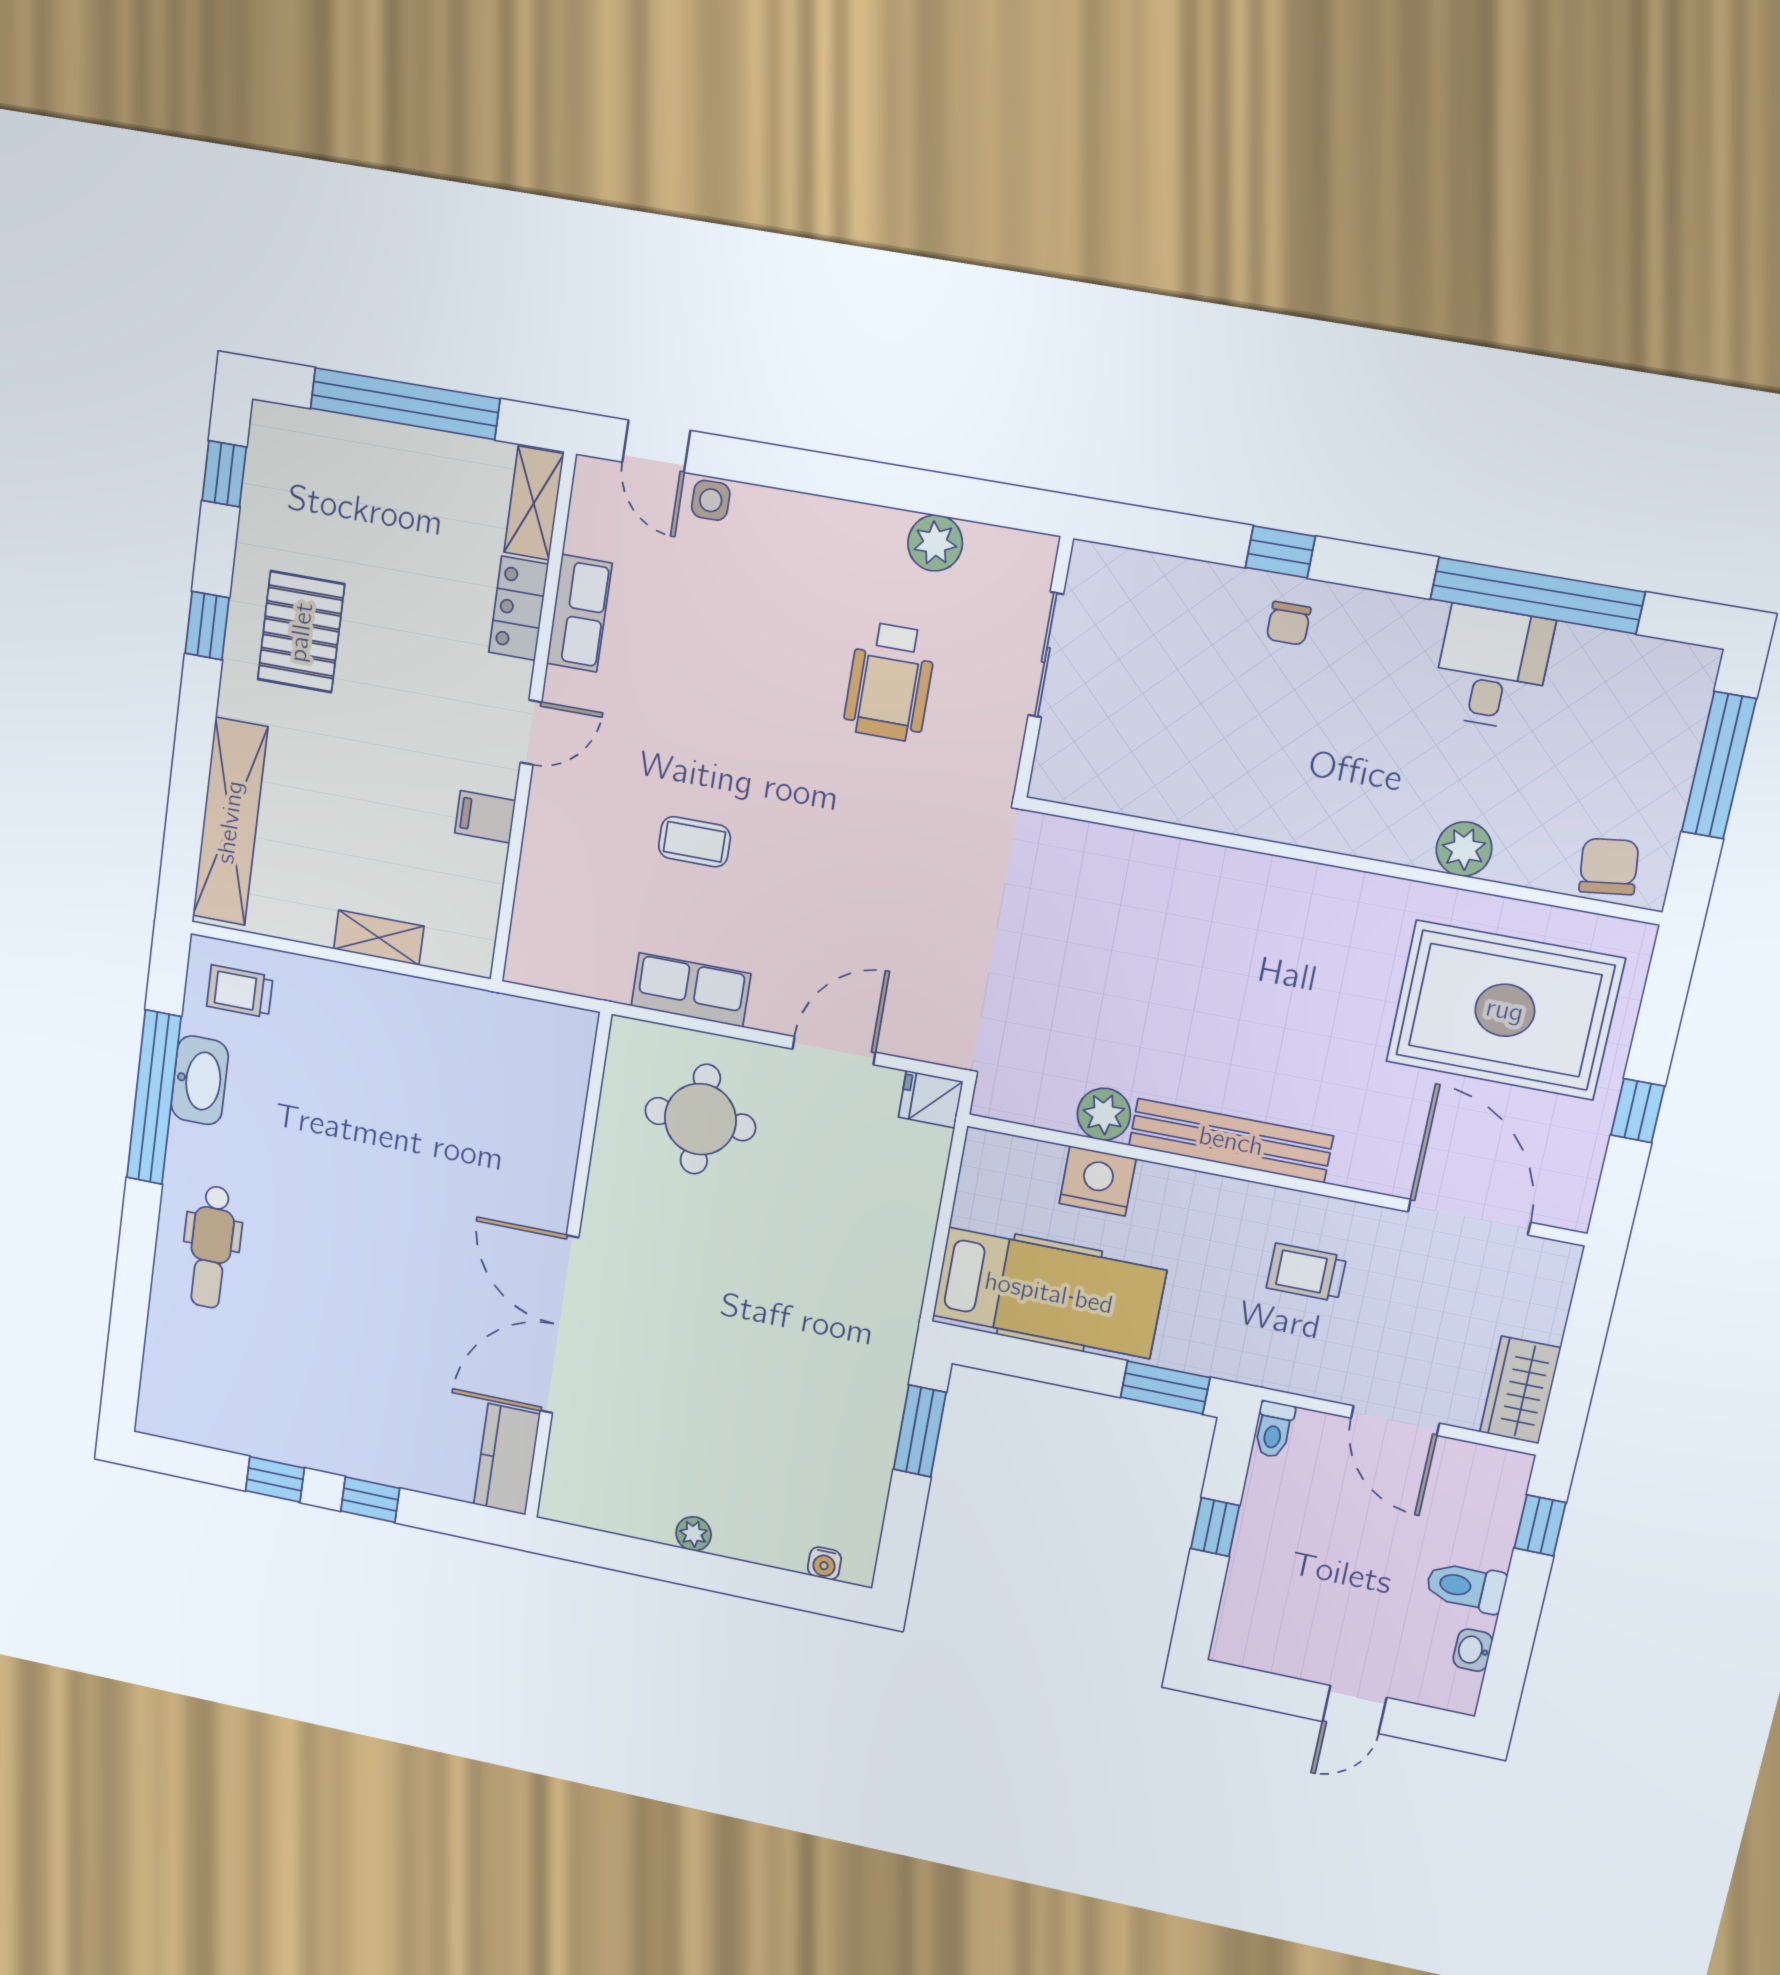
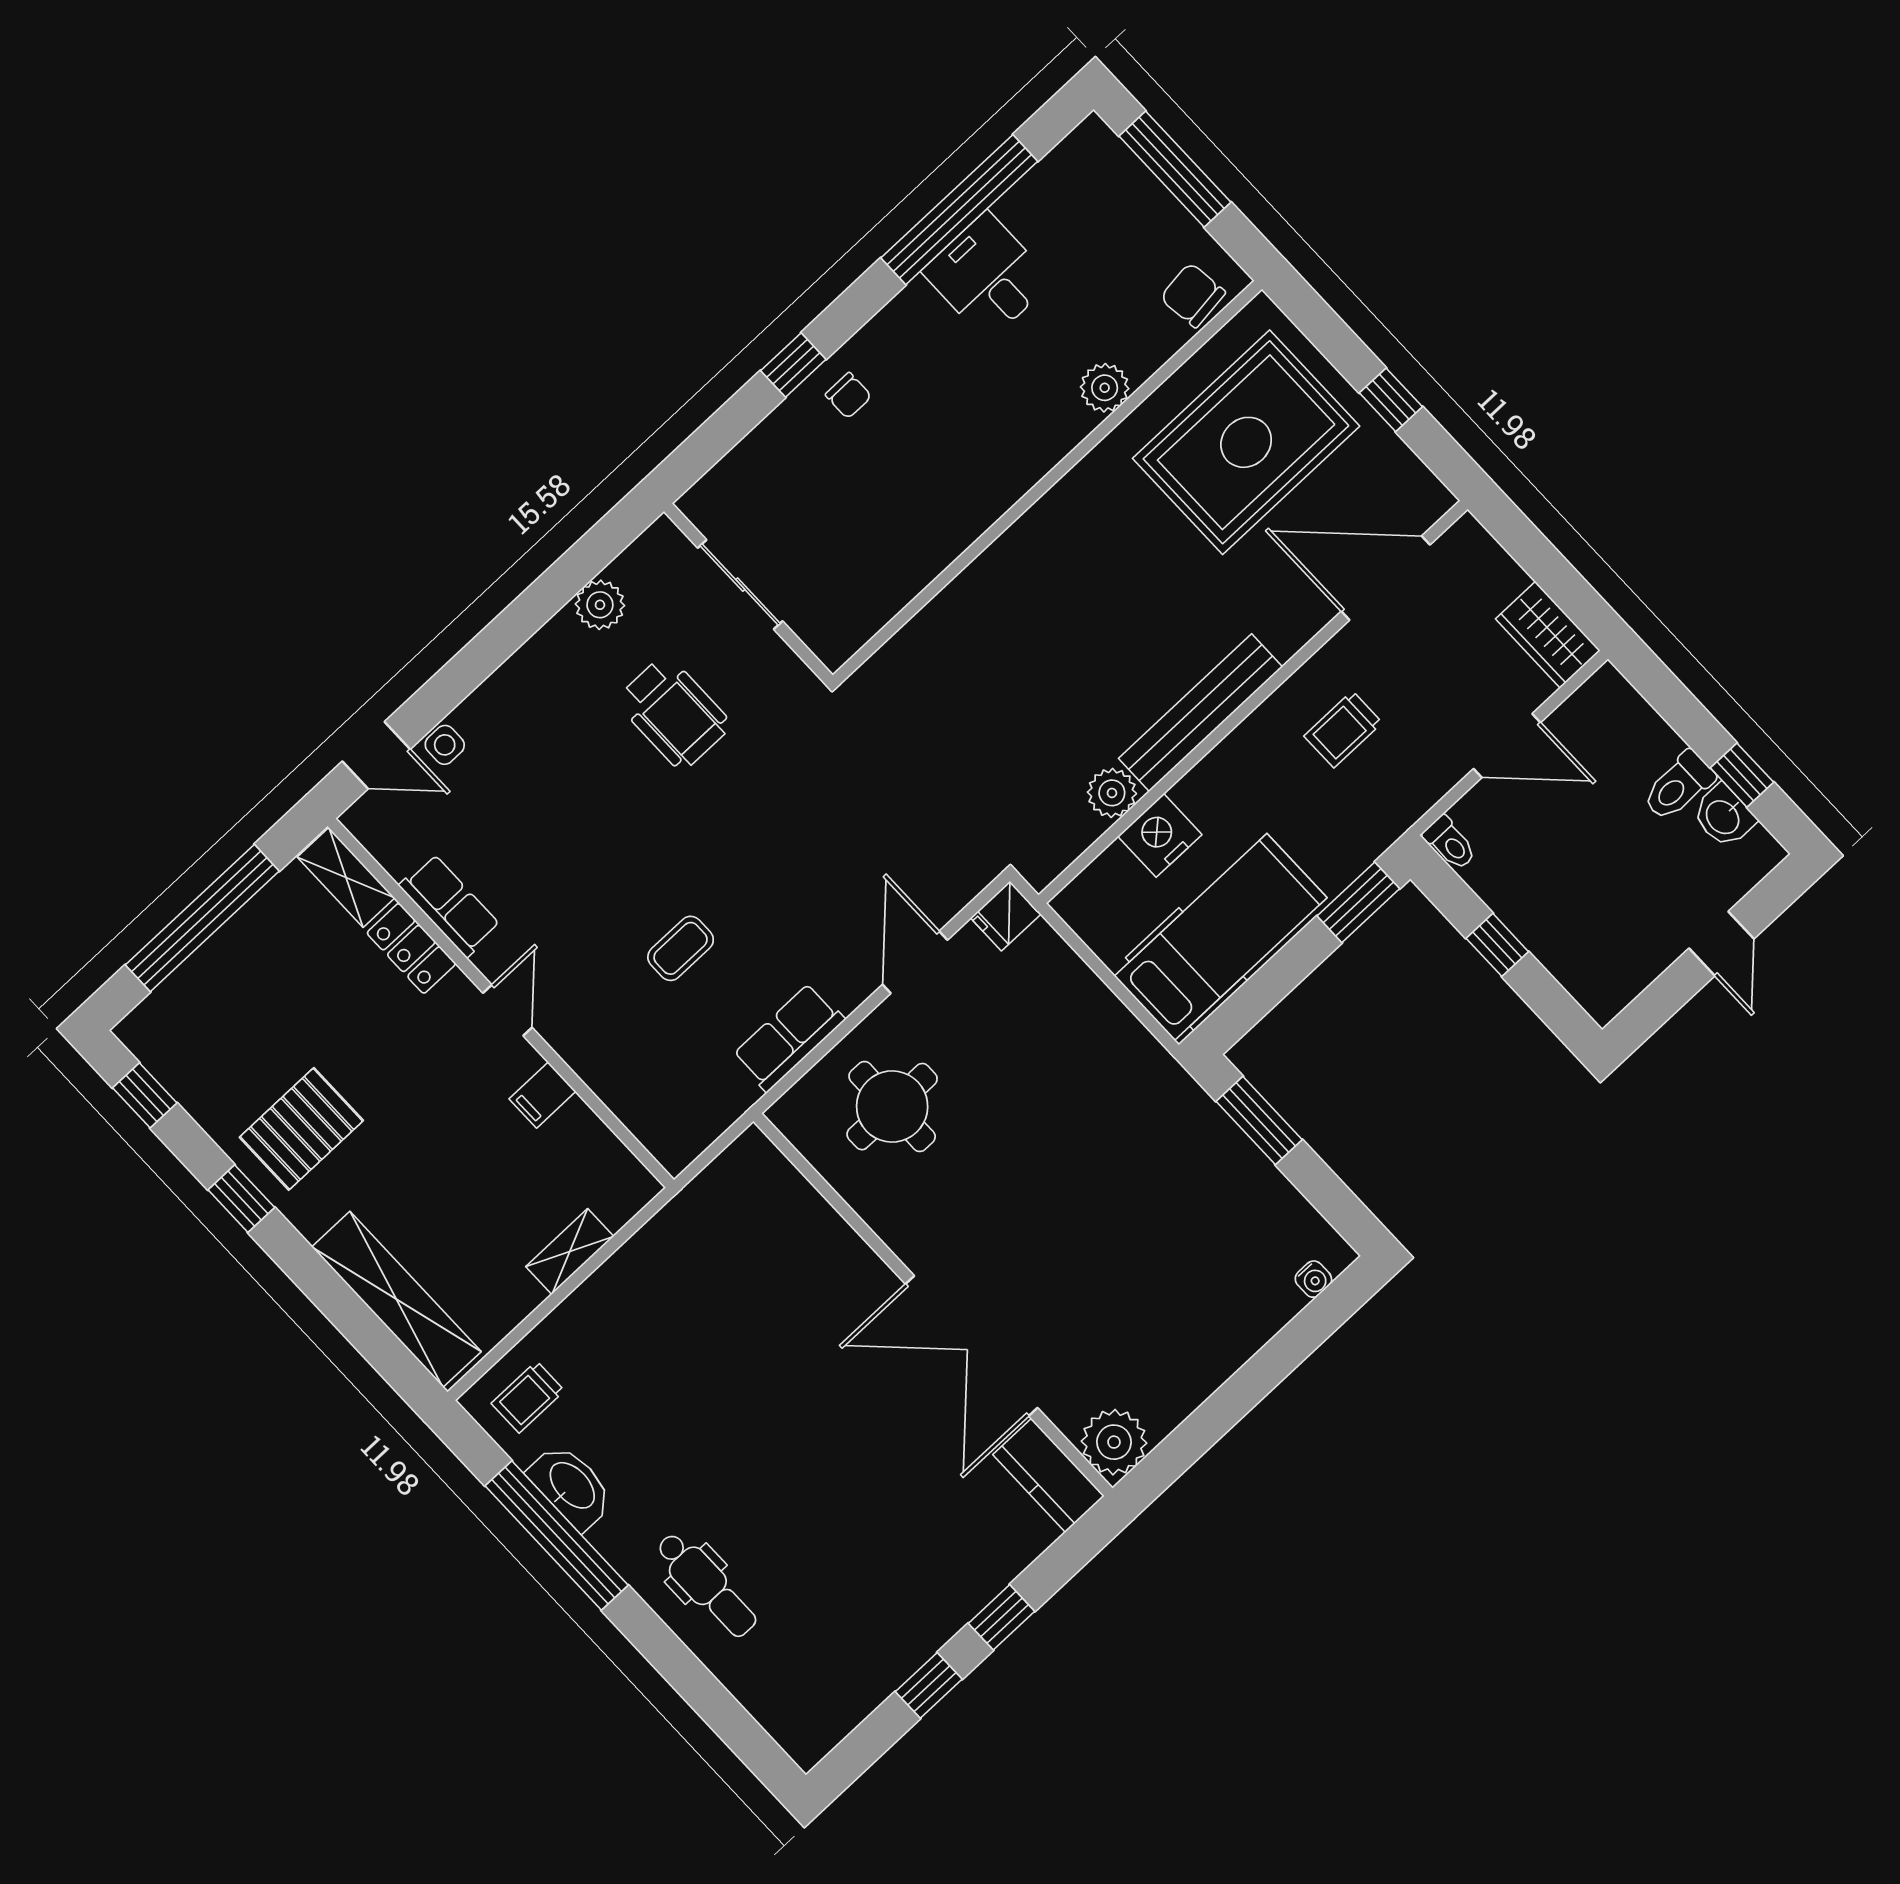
pallet: (301, 632) -> (301, 1129), turned 90
window: (1540, 1525) -> (1742, 775), moved
plant: (694, 1534) -> (1114, 1442), moved, width x1.88, depth x1.88
washbasin: (1473, 1650) -> (1724, 816), width x1.38, depth x1.45

